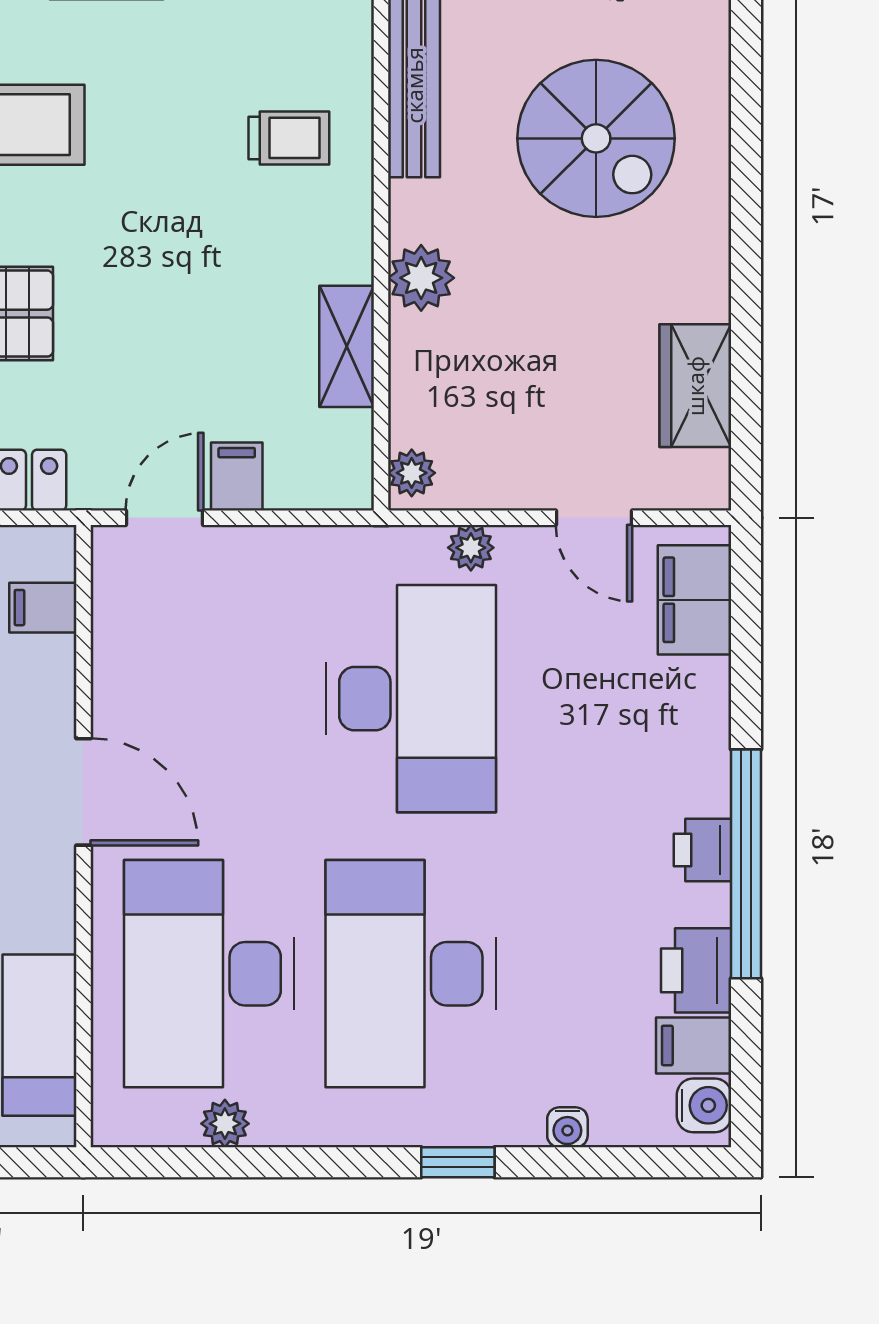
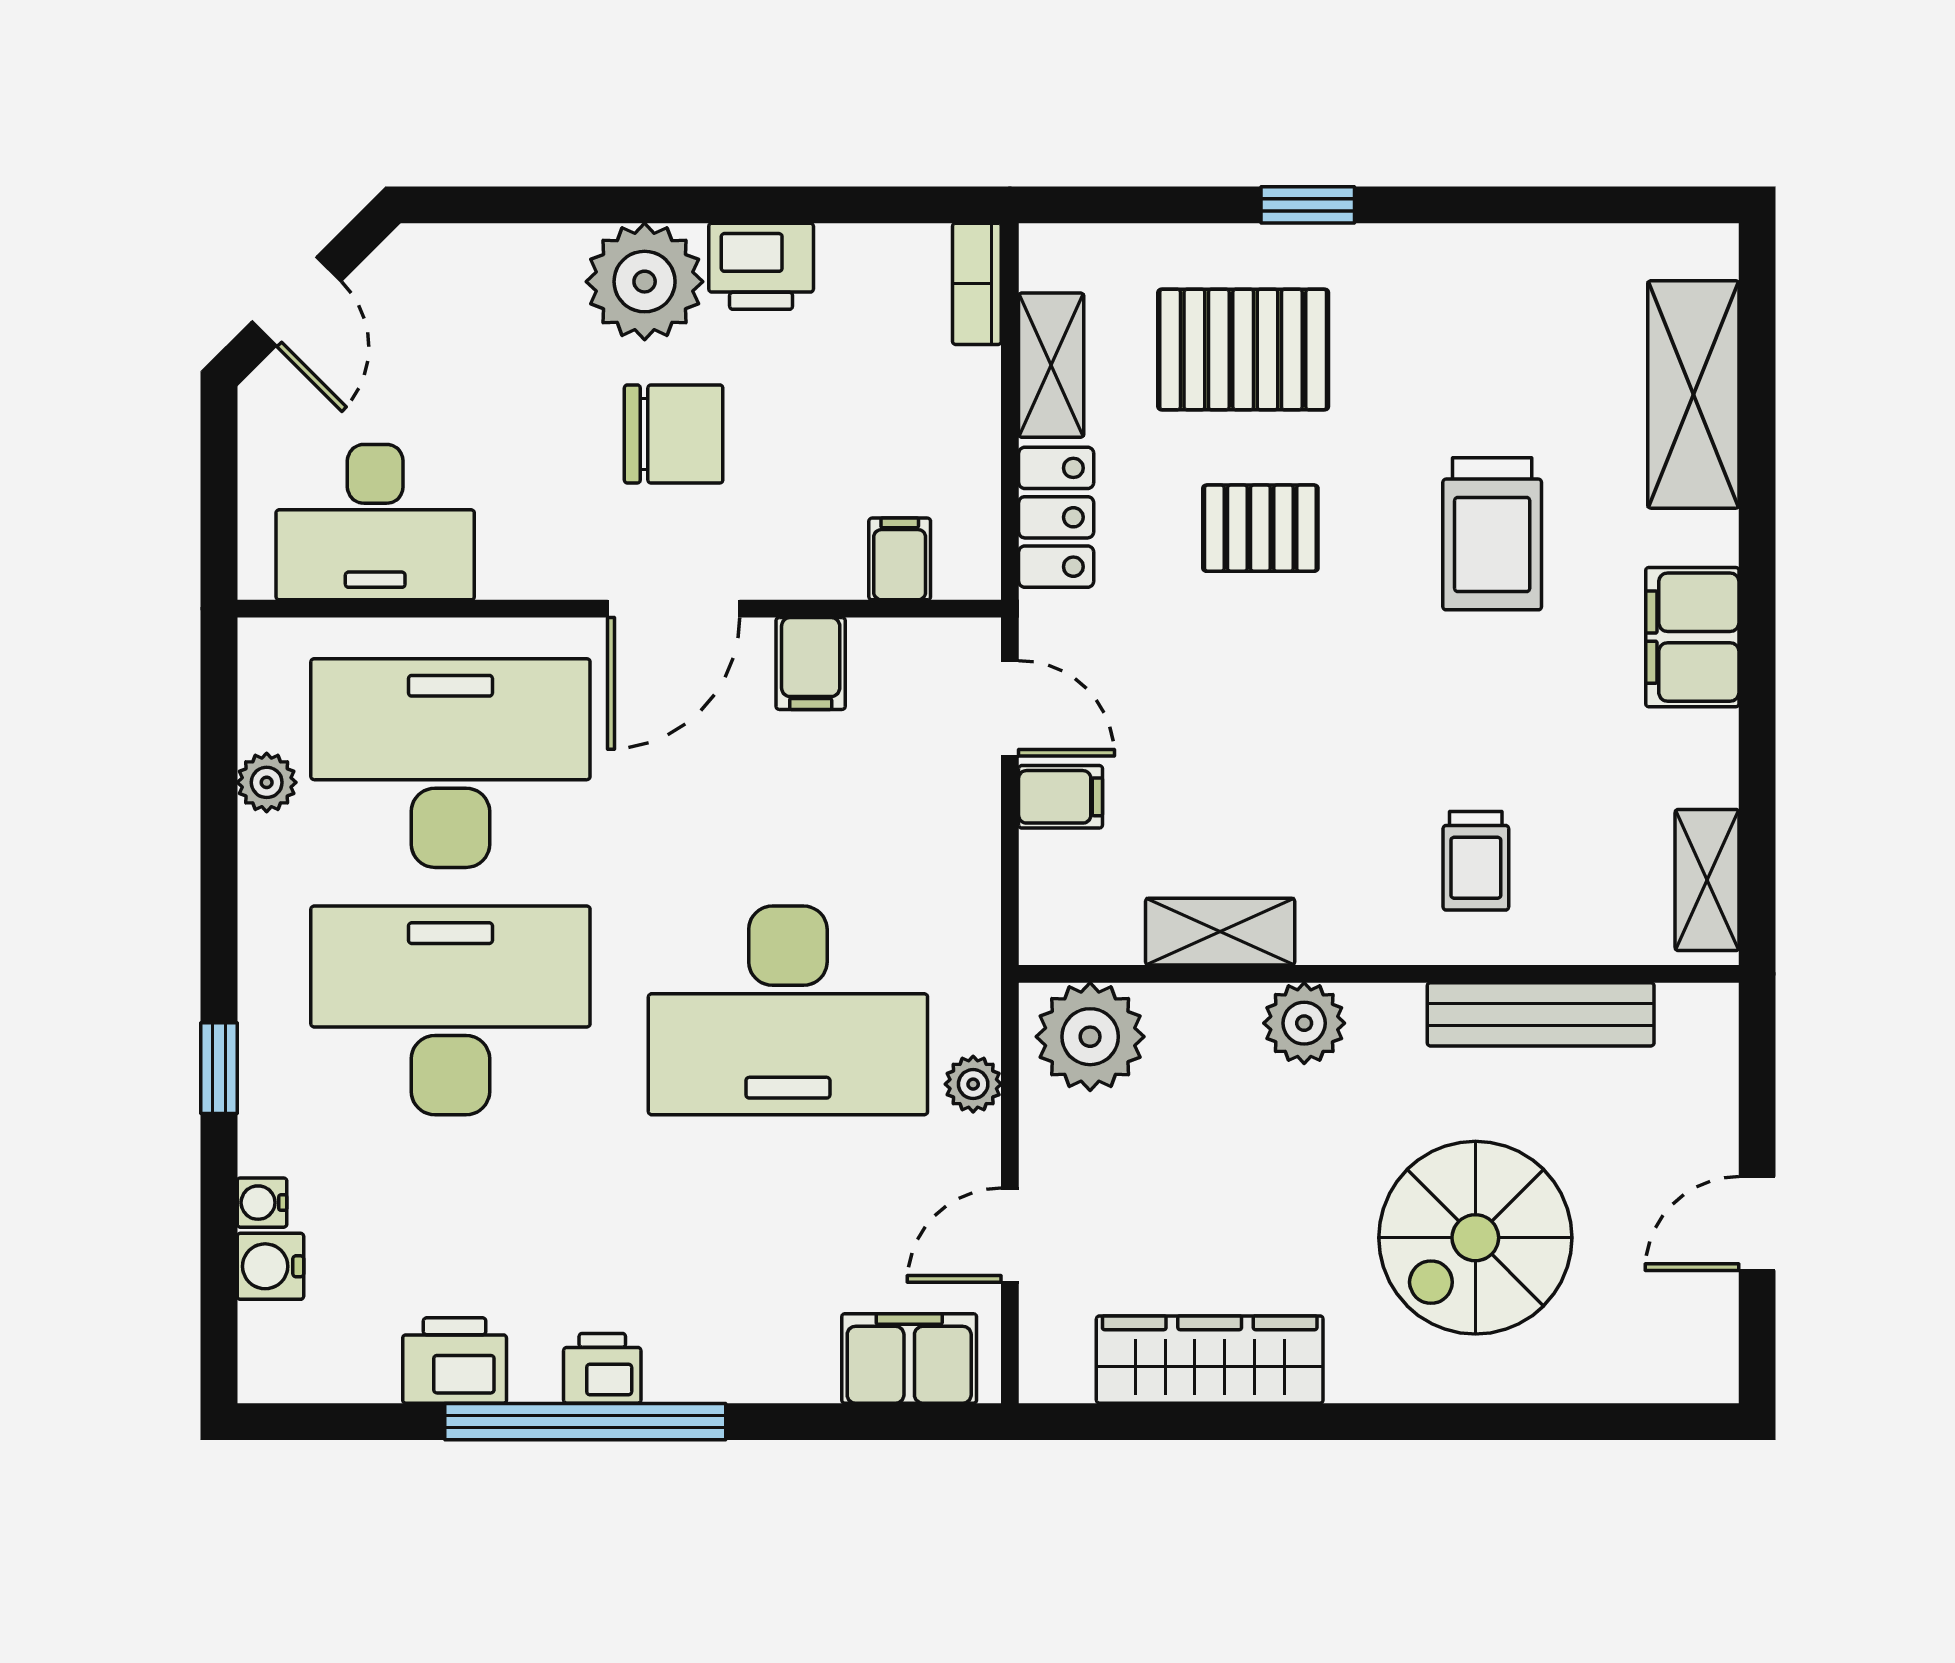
wardrobe: (695, 386) -> (1210, 1360), width x1.50
plant: (412, 473) -> (1090, 1037), width x1.88, depth x1.88
filing cabinet: (694, 1045) -> (811, 663), moved, turned 180
water cooler: (704, 1105) -> (270, 1266), moved, turned 90

